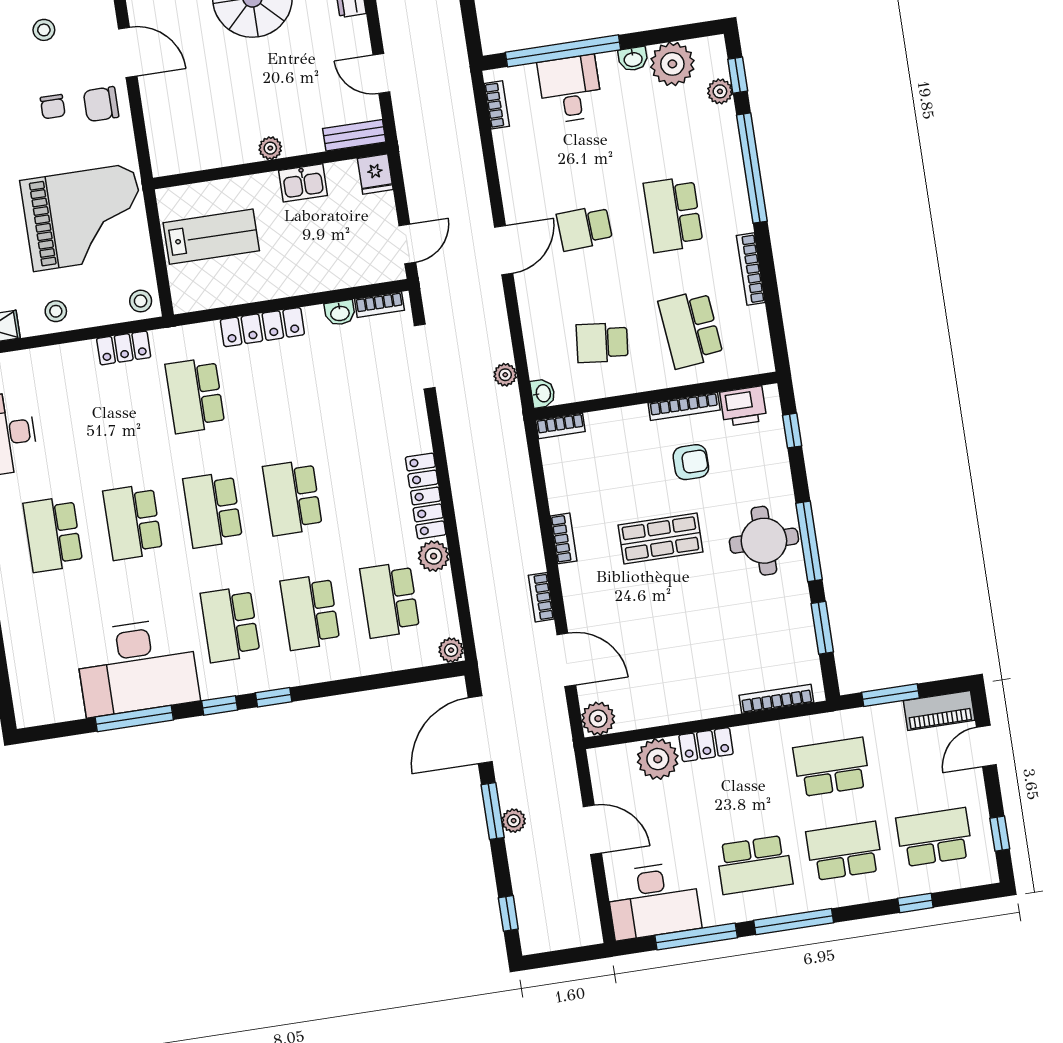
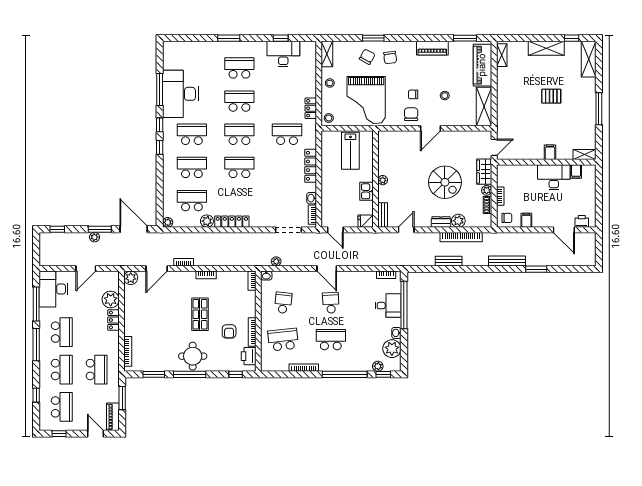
school desk: (754, 865) -> (62, 332), turned 180

